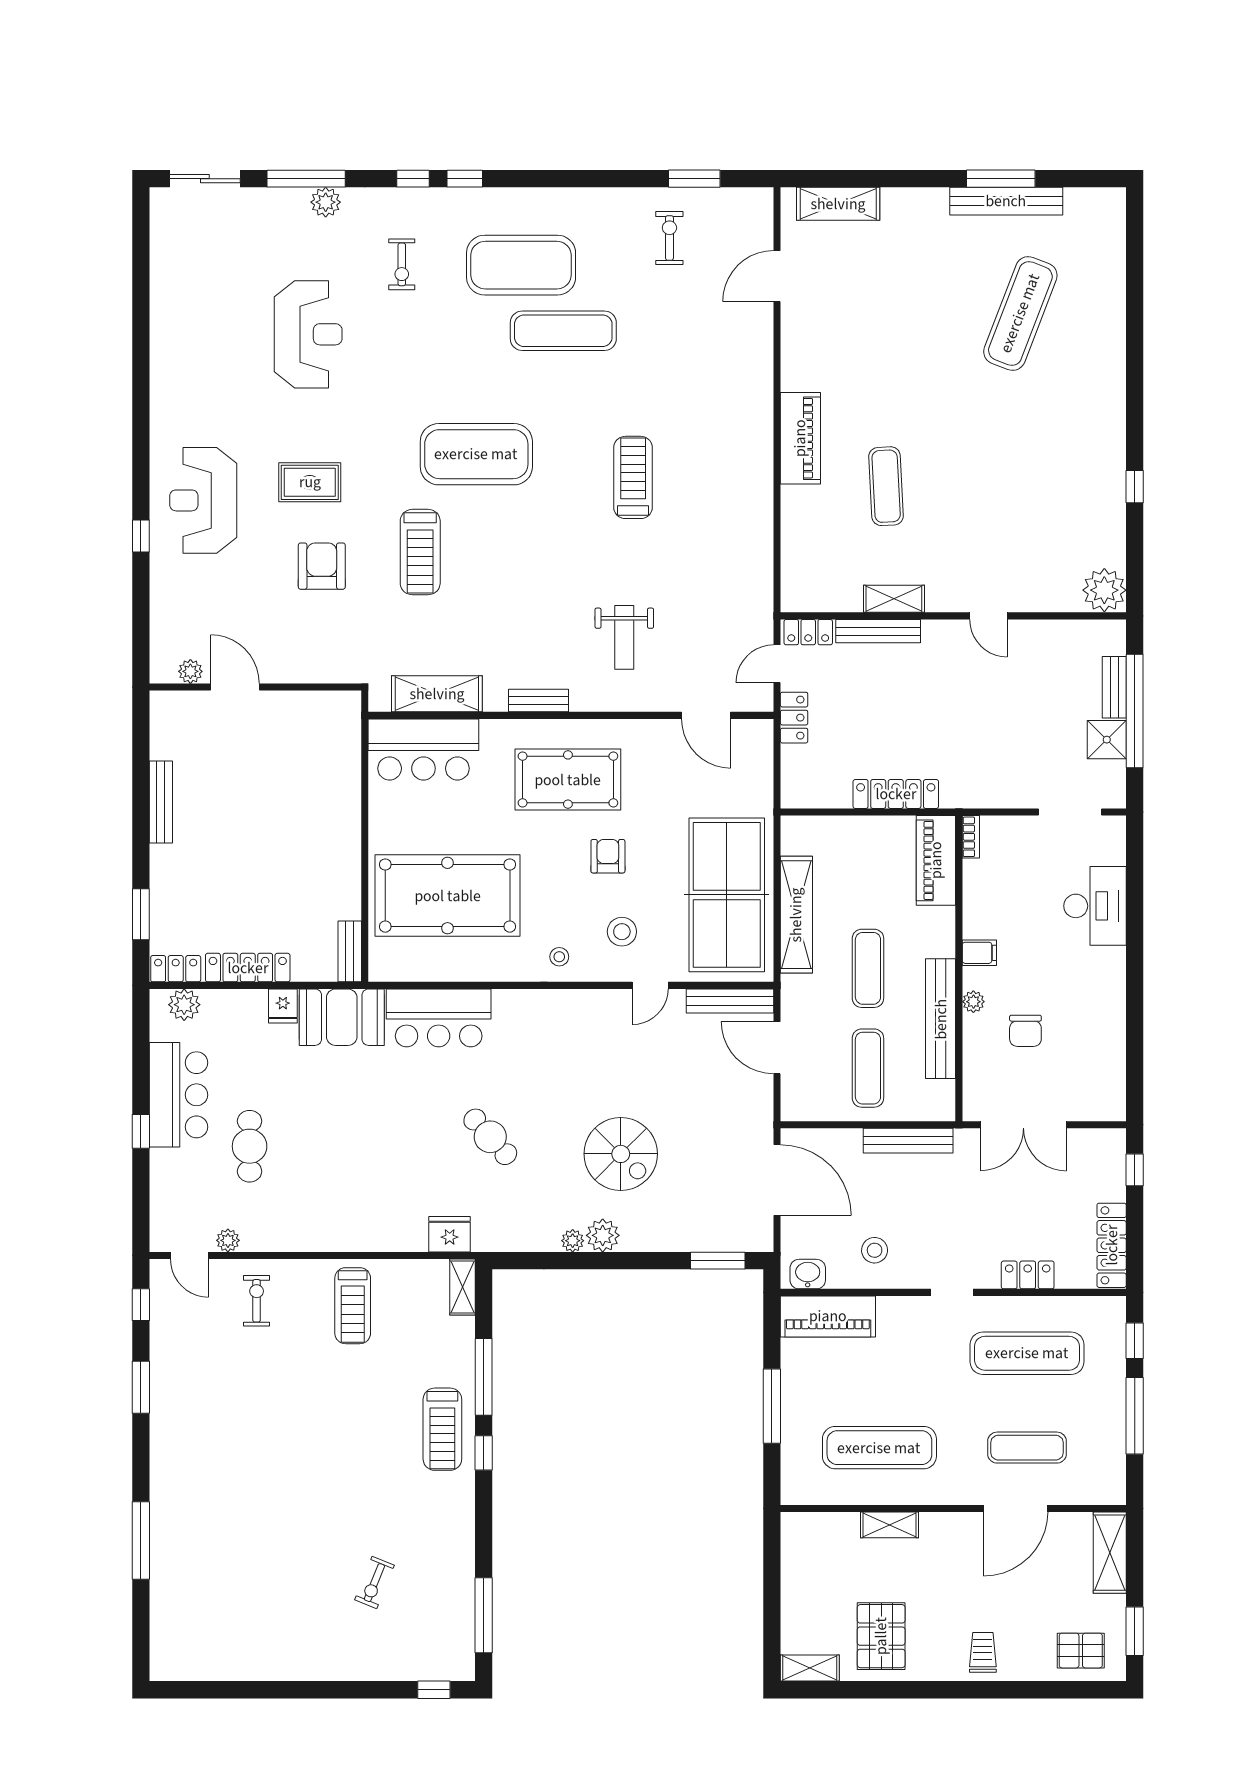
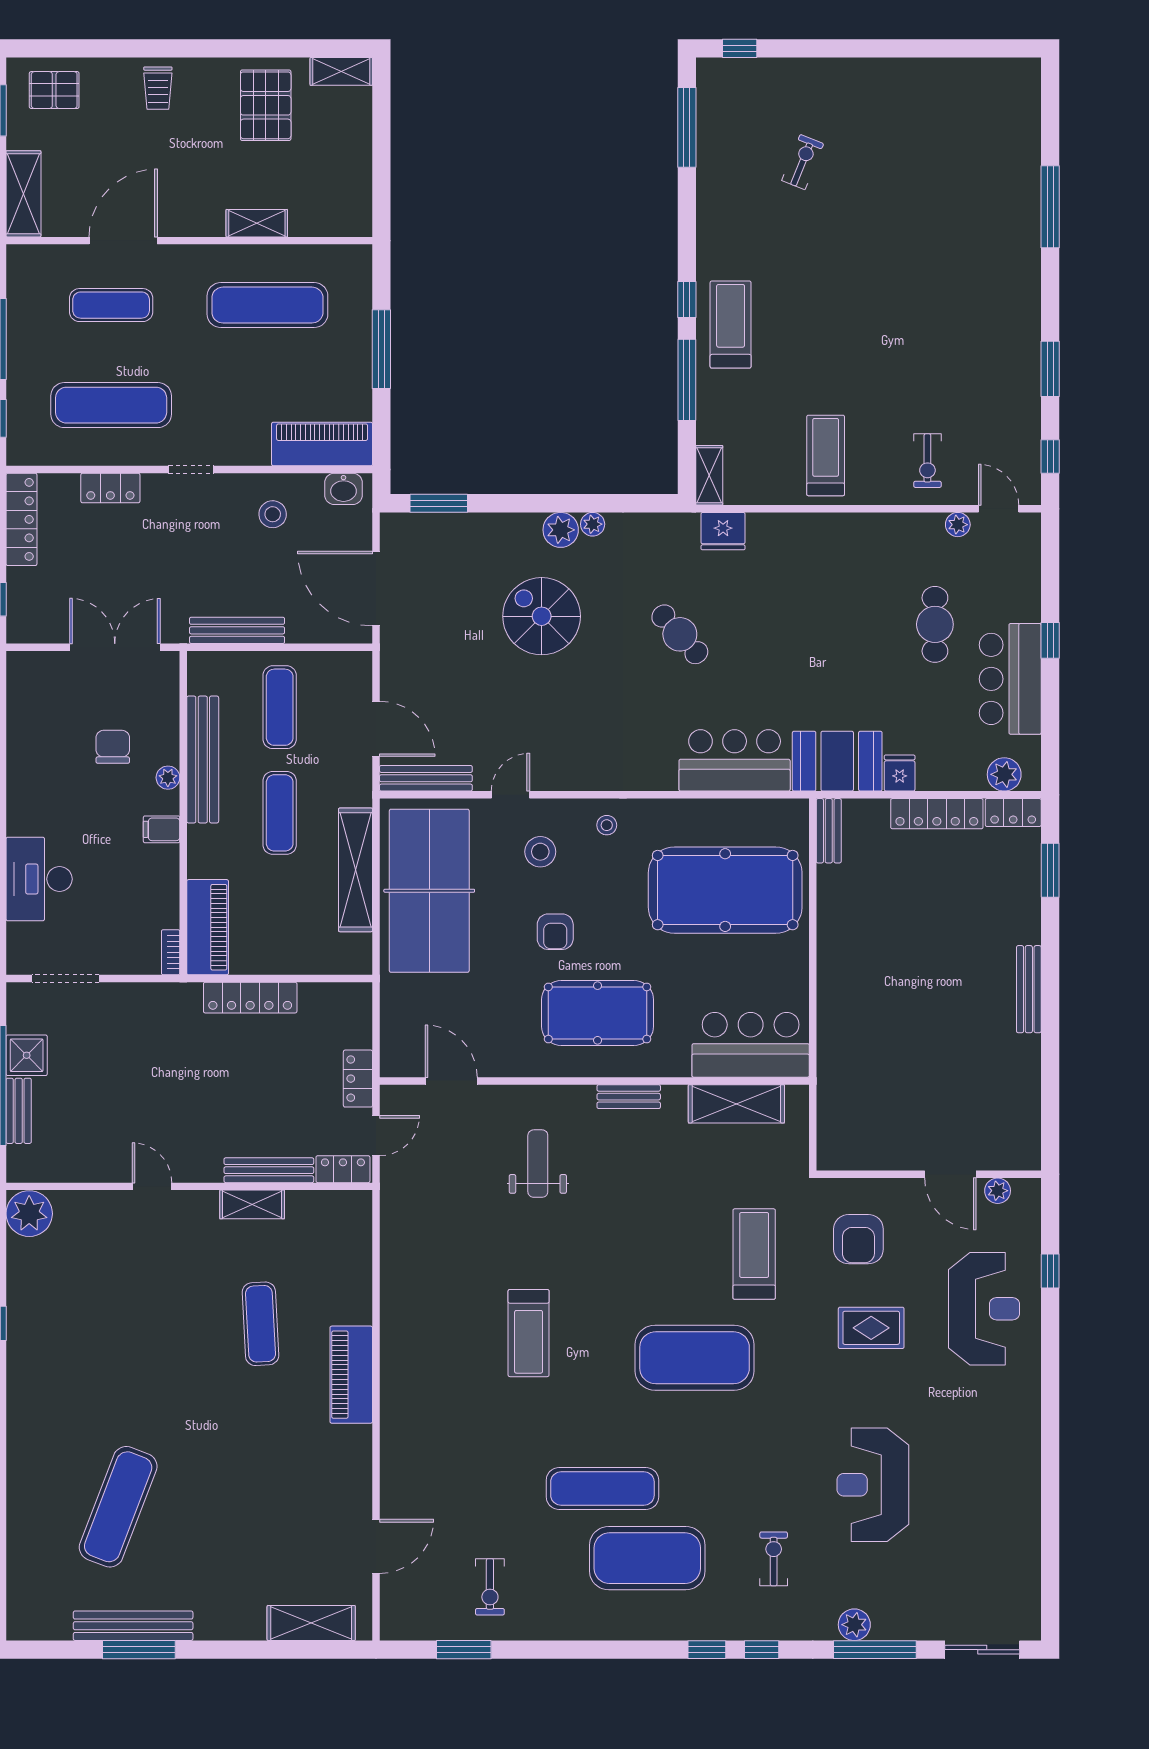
plant: (190, 671) -> (998, 1191), moved
door: (235, 687) -> (950, 1174), moved
wall: (255, 687) -> (929, 1174), moved

